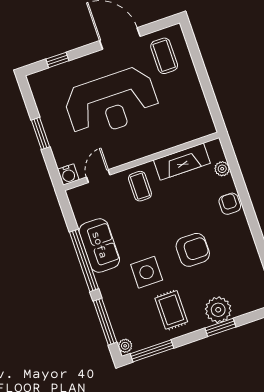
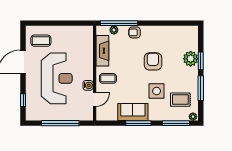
window: (40, 133) -> (60, 123), width x2.11
window: (236, 173) -> (119, 23), added
water cooler: (68, 174) -> (88, 85), moved
door: (98, 176) -> (95, 100), swing flipped
window: (84, 260) -> (138, 123), width x0.68
rug: (171, 310) -> (180, 100), moved
window: (152, 351) -> (201, 88), moved

